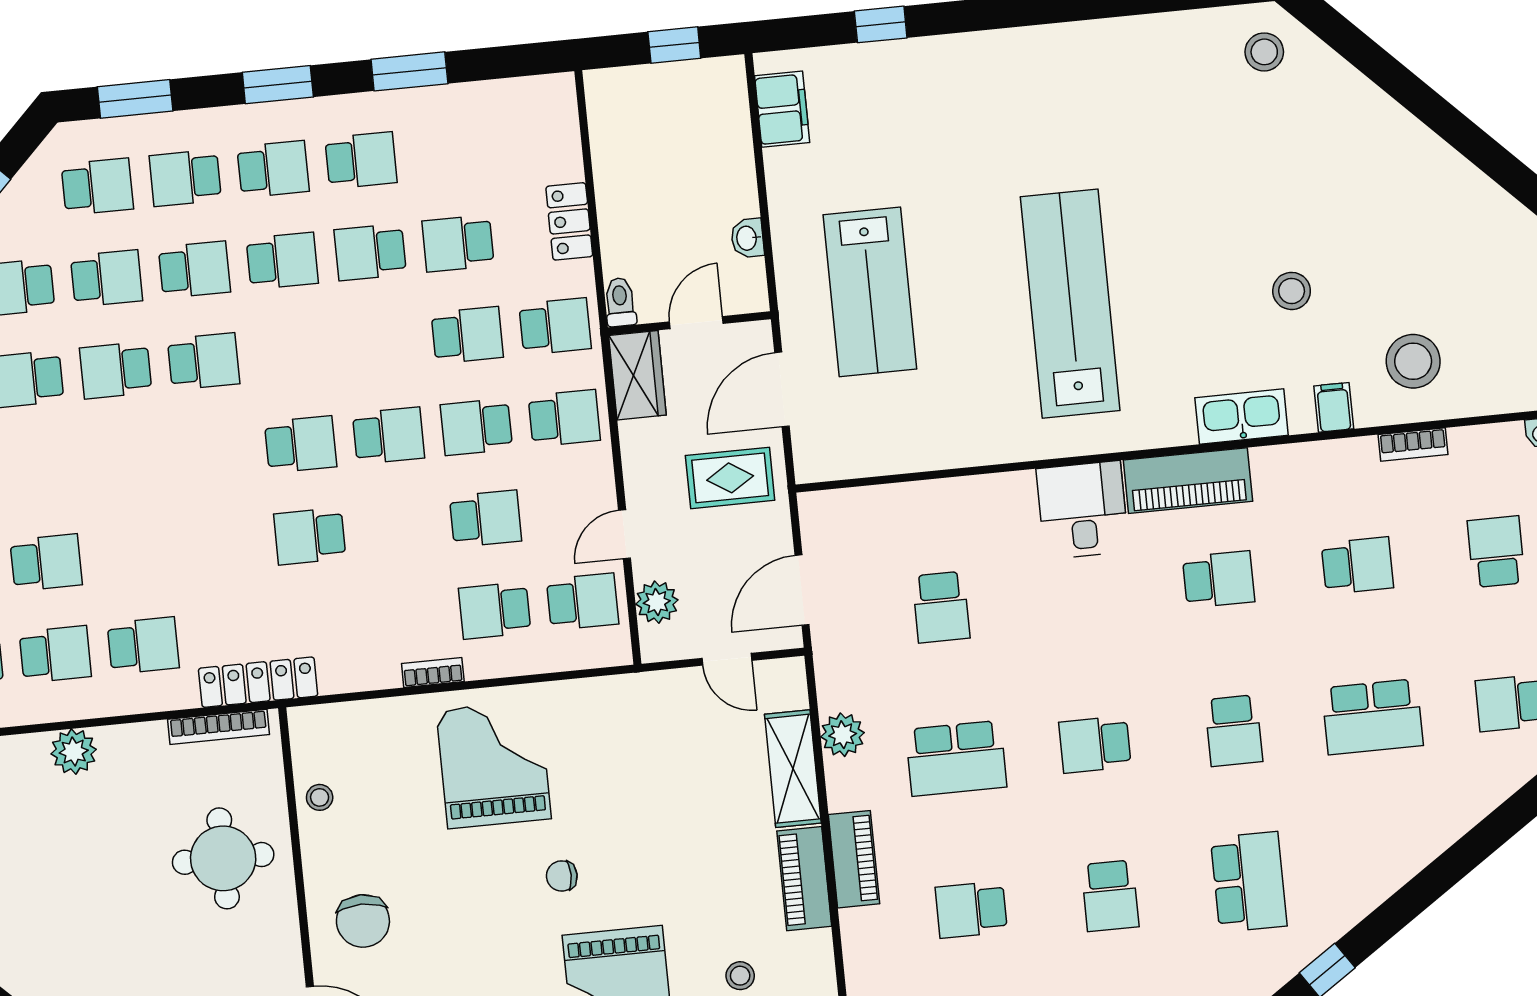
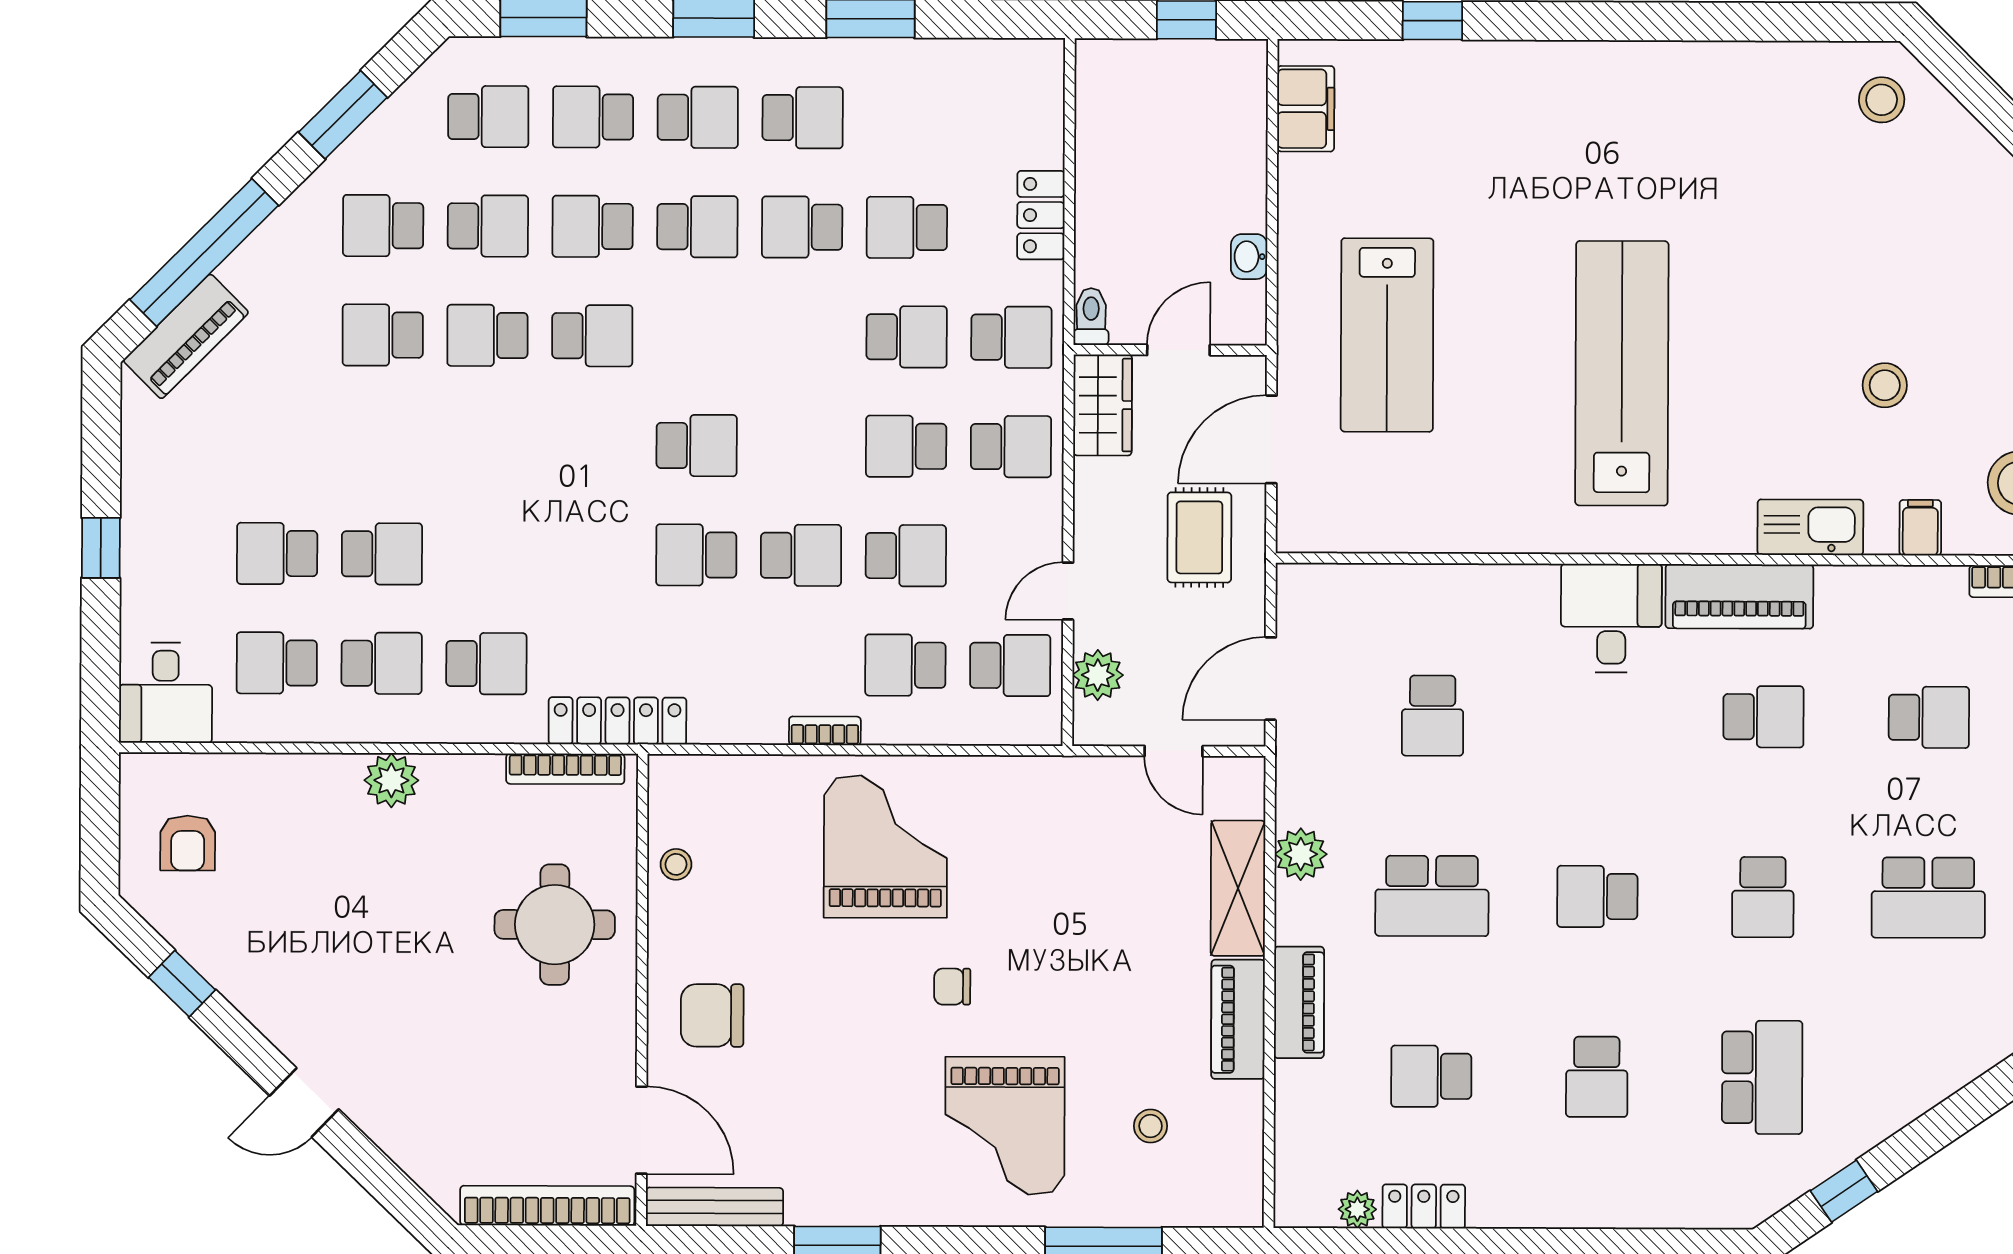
school desk: (194, 270) -> (593, 226), turned 180
school desk: (388, 436) -> (801, 555), moved
rug: (730, 478) -> (1199, 537), turned 90
chair: (363, 921) -> (712, 1015), turned 90

